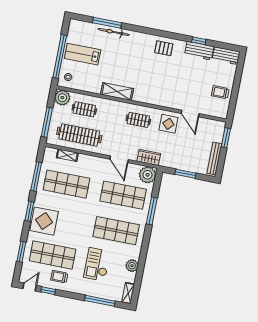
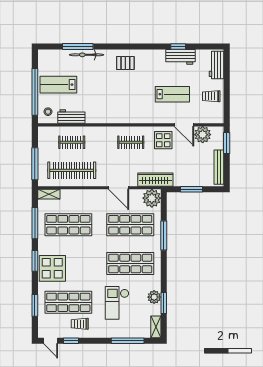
pallet: (164, 48) -> (125, 63), moved
workbench: (226, 56) -> (217, 65), moved, turned 90
lab bench: (185, 83) -> (172, 94), added
workbench: (89, 86) -> (71, 117), added
shelving: (117, 91) -> (102, 117), removed
plant: (62, 98) -> (203, 135), moved
shelving: (67, 155) -> (49, 194), moved
wardrobe: (149, 157) -> (155, 180), width x1.50
window: (140, 273) -> (164, 303), added
door: (30, 287) -> (51, 341), swing flipped

